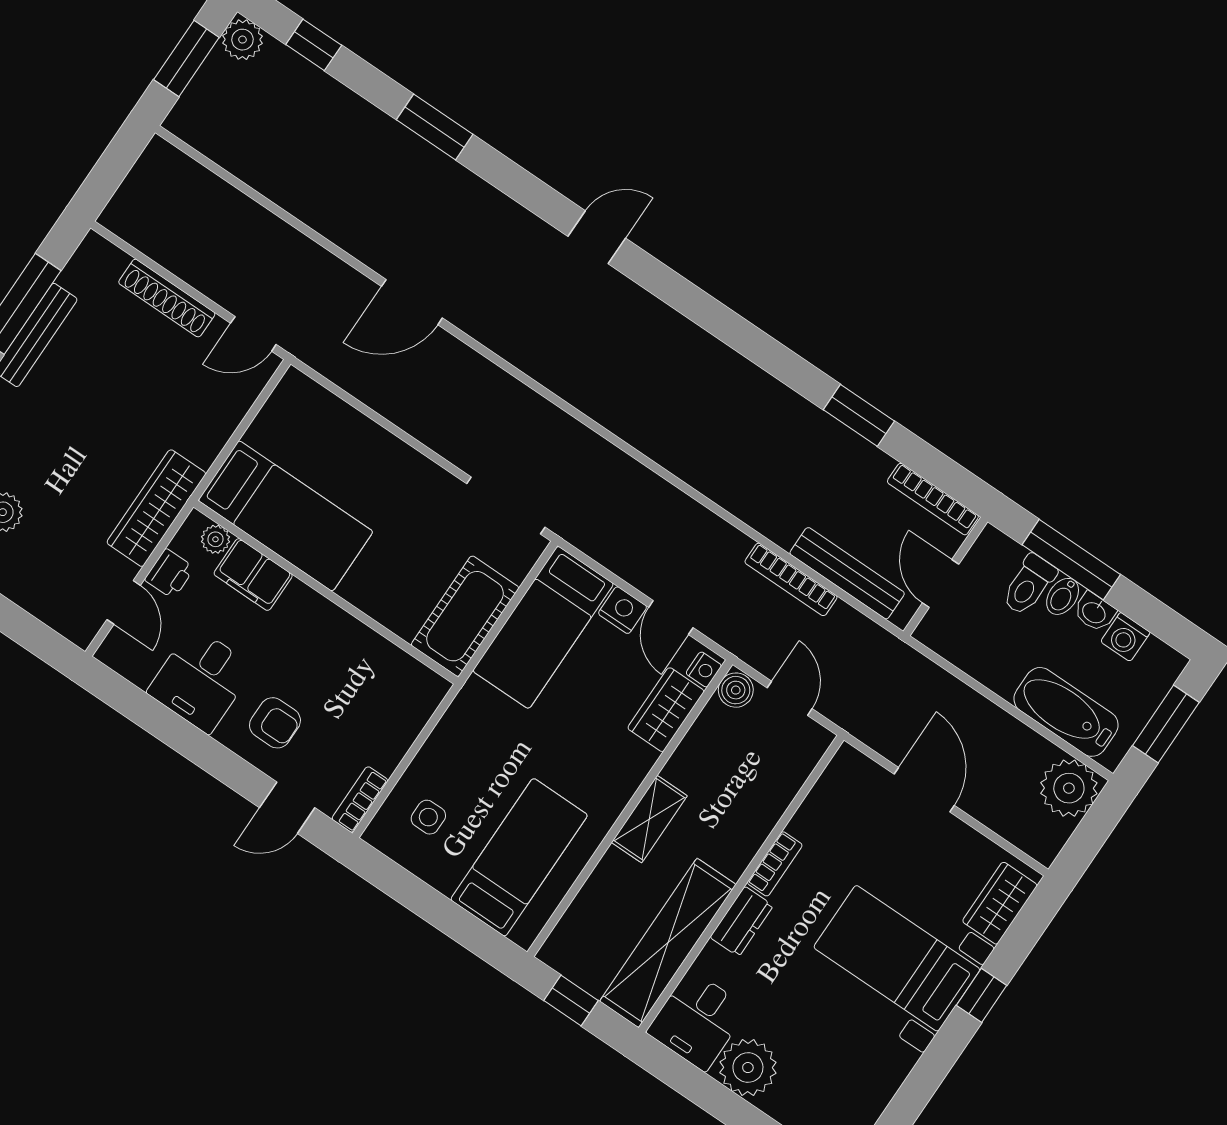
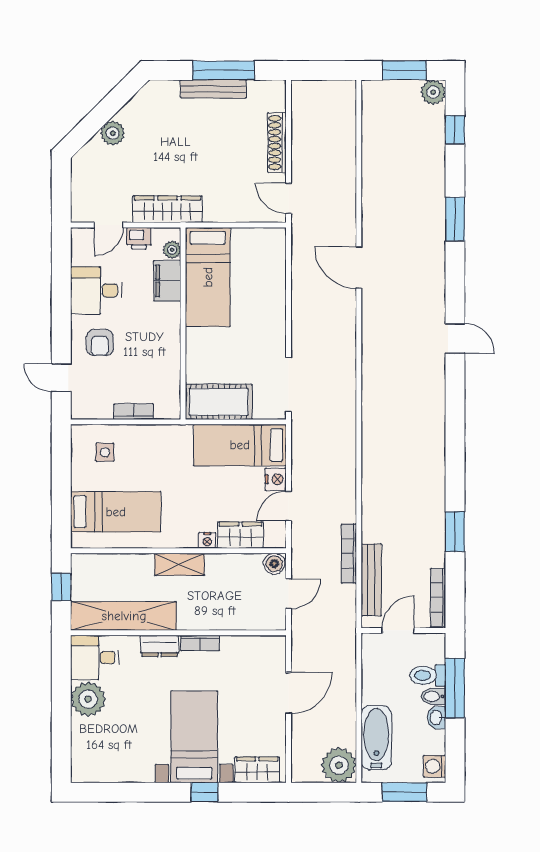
washing machine: (1125, 637) -> (434, 766), moved
nightstand: (704, 669) -> (207, 540), moved
bookcase: (360, 799) -> (134, 412), moved

